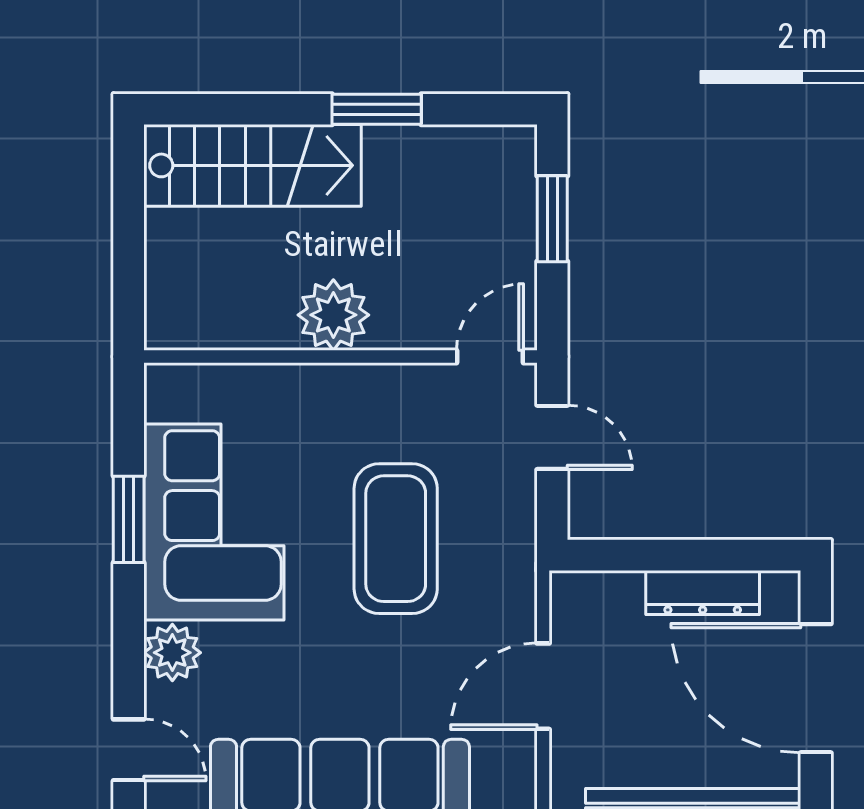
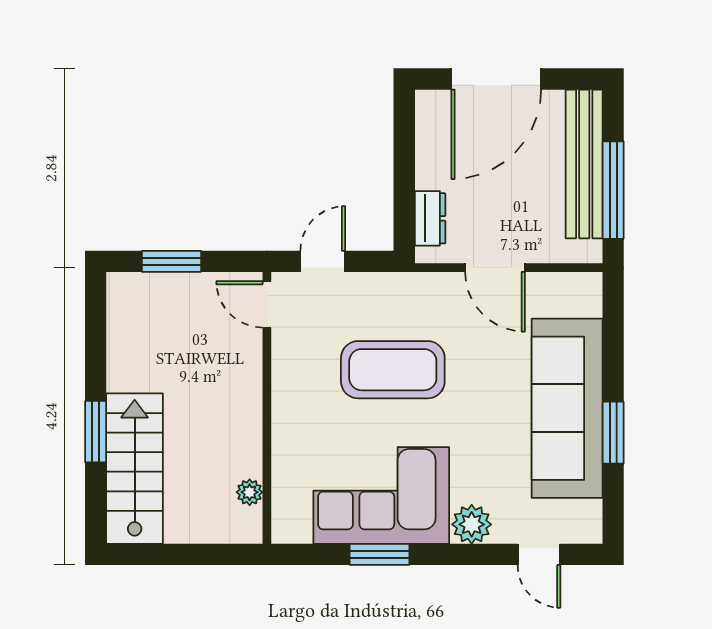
window: (377, 109) -> (96, 432), moved
plant: (333, 315) -> (250, 492), moved, width x0.53, depth x0.53
dresser: (703, 593) -> (430, 218), moved, width x0.70
door: (129, 750) -> (539, 554), swing flipped

